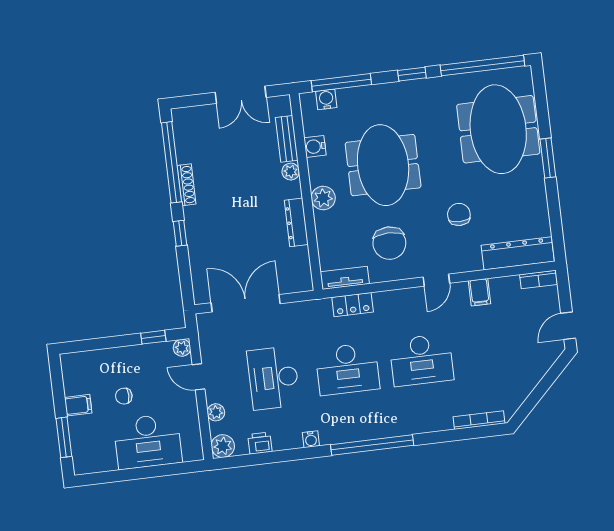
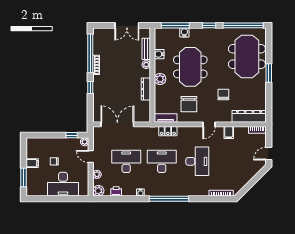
water cooler: (326, 99) -> (184, 32), moved
desk: (421, 360) -> (197, 161), turned -90
desk: (347, 369) -> (162, 161), turned 180
desk: (273, 378) -> (126, 161), turned 90

